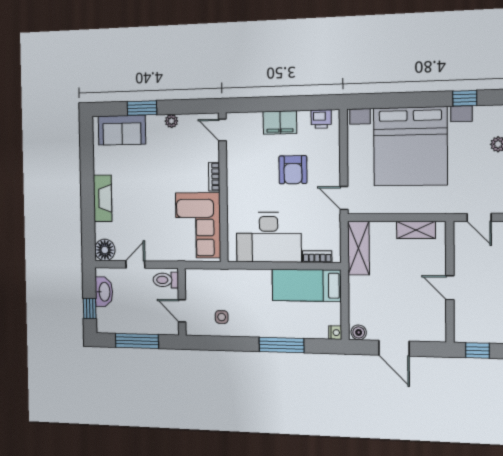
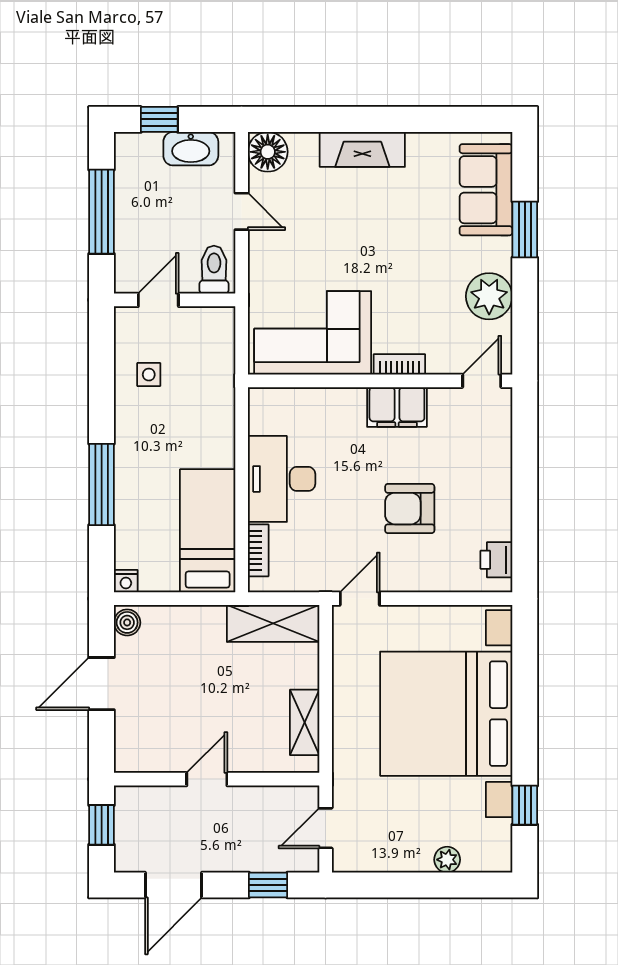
plant: (171, 121) -> (489, 296), width x1.88, depth x1.88
filing cabinet: (280, 122) -> (397, 407), moved, turned -90
desk: (269, 237) -> (282, 479), width x0.73, depth x0.77

